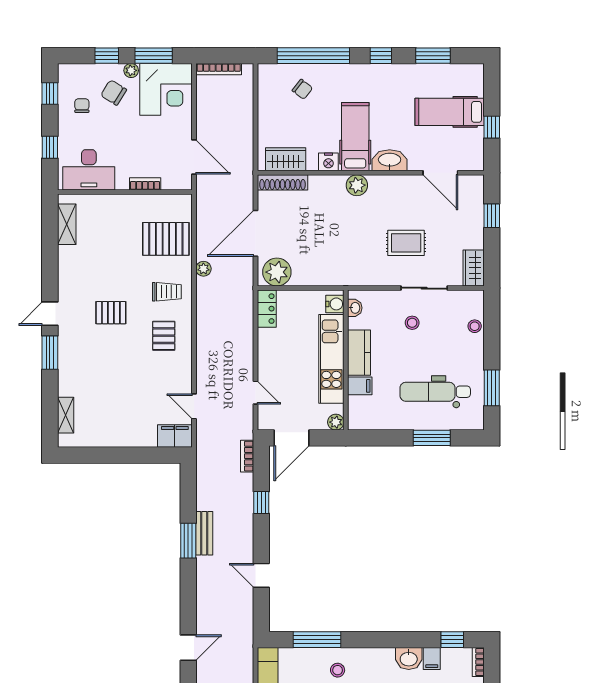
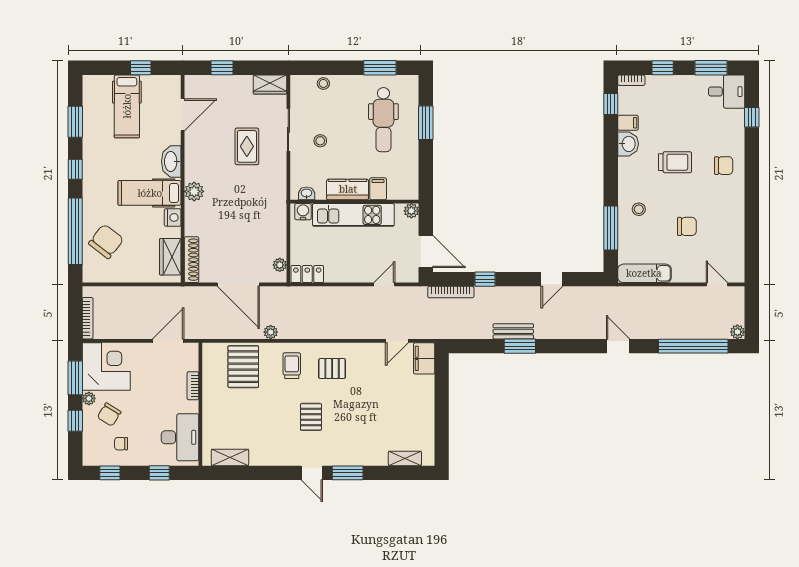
chair: (302, 89) -> (106, 241), width x1.87, depth x1.87
plant: (277, 272) -> (280, 265), width x0.53, depth x0.53
bookcase: (247, 456) -> (451, 292), width x1.56

